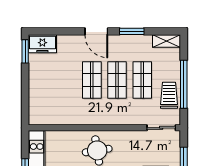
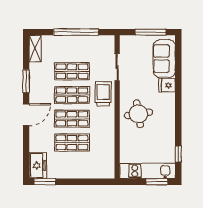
shop shelf: (67, 80) -> (72, 143), added
trolley: (169, 95) -> (103, 94), moved, turned 90
sliding door: (161, 128) -> (117, 67), moved

